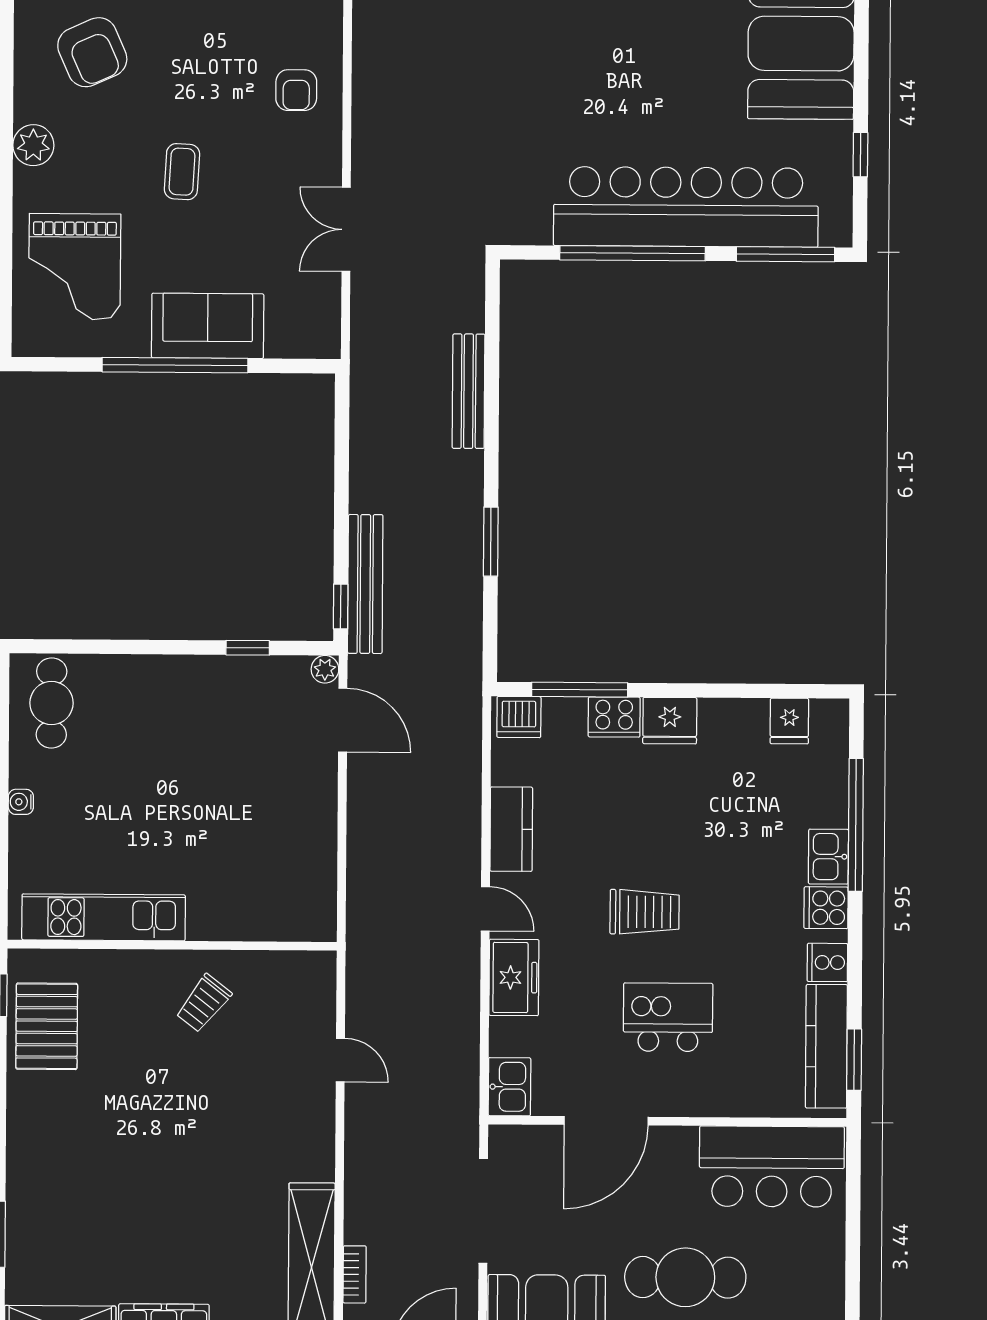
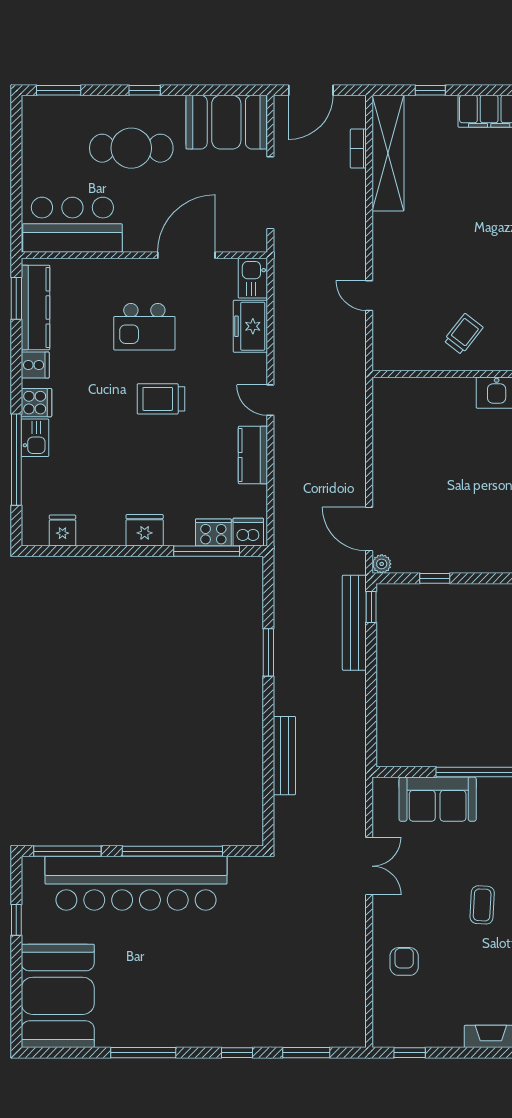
sofa: (208, 326) -> (438, 799), moved
cooker: (614, 717) -> (213, 533), moved
freezer: (514, 977) -> (250, 326), moved

